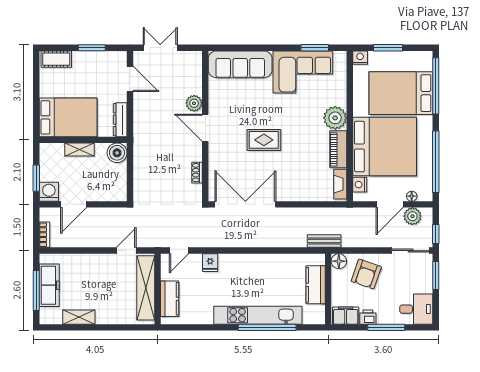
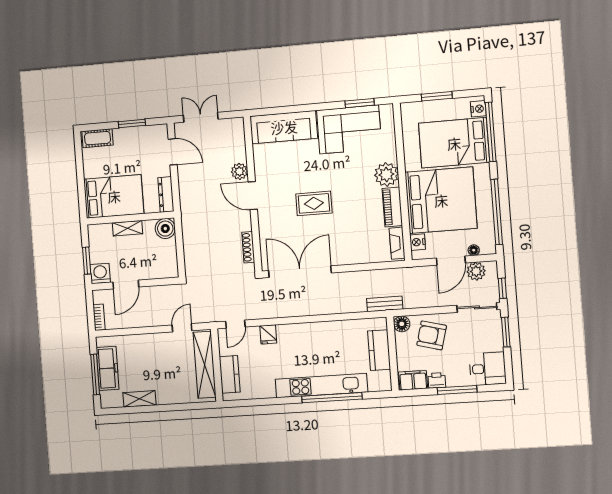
nightstand: (360, 58) -> (478, 109), moved, turned 90
shoe rack: (197, 173) -> (248, 247), width x1.43
armchair: (366, 274) -> (432, 335), turned 86

